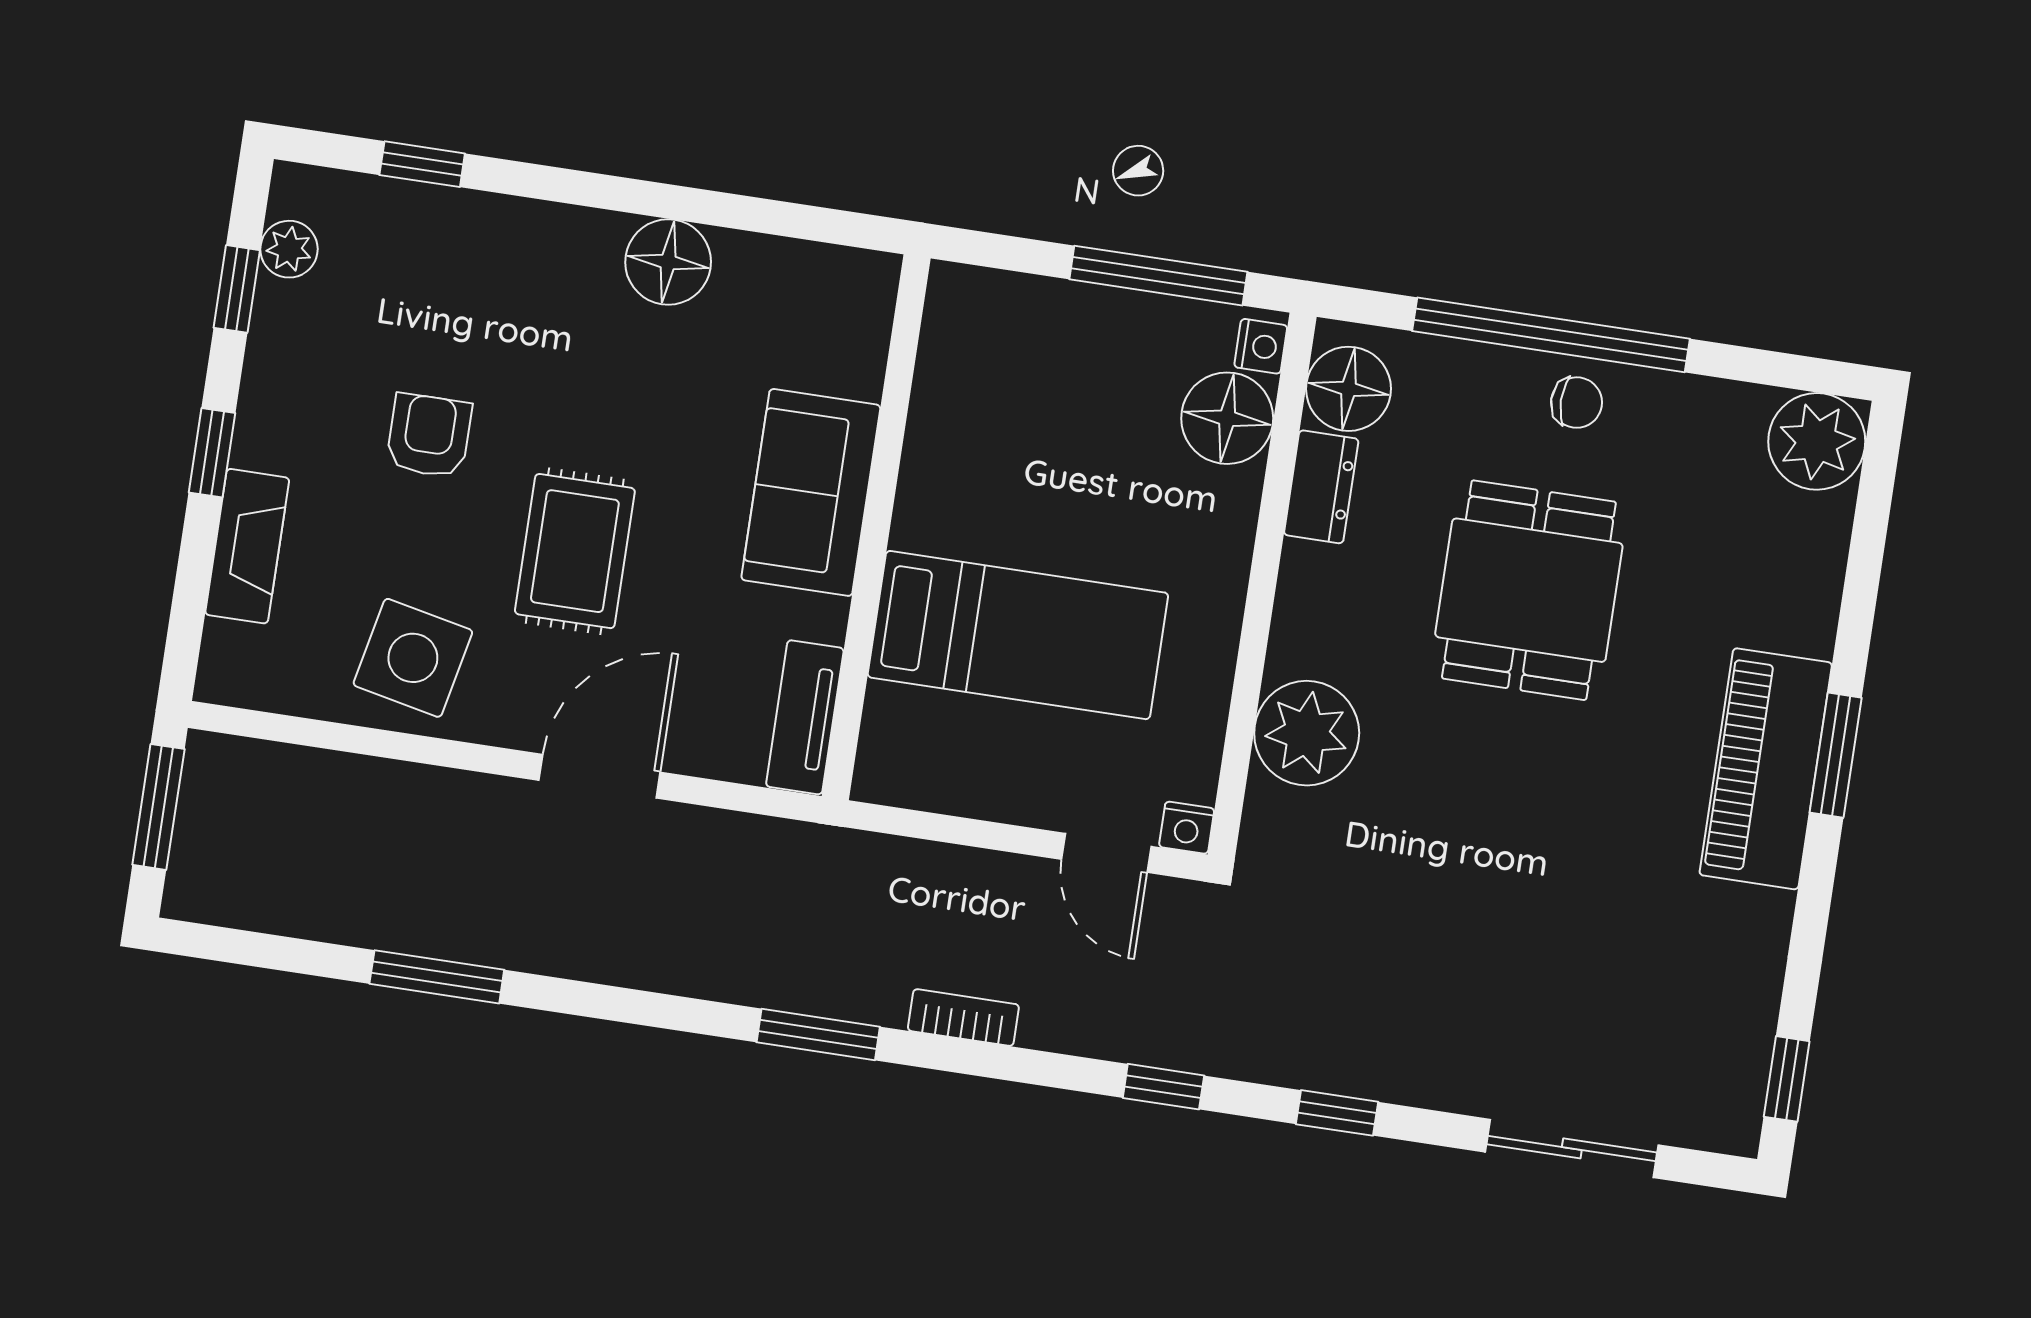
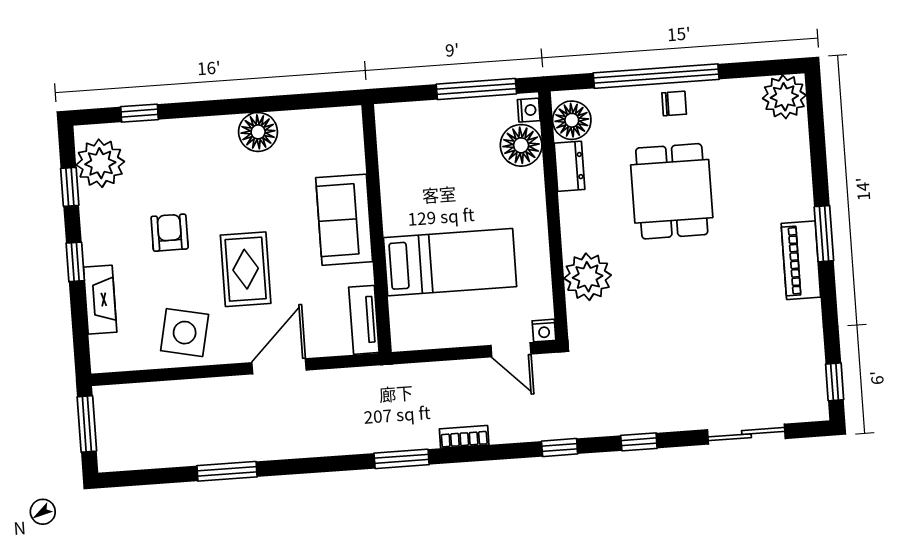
plant: (289, 249) -> (100, 163), width x1.87, depth x1.87
piano: (1766, 769) -> (801, 260), width x0.73, depth x0.75

